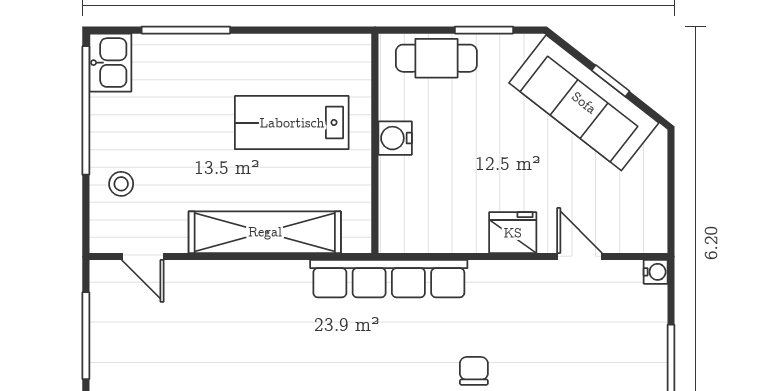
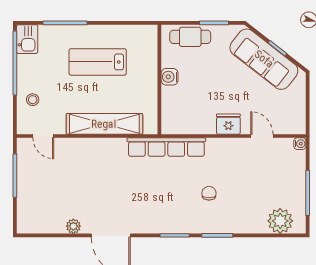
lab bench: (292, 123) -> (98, 62), moved

